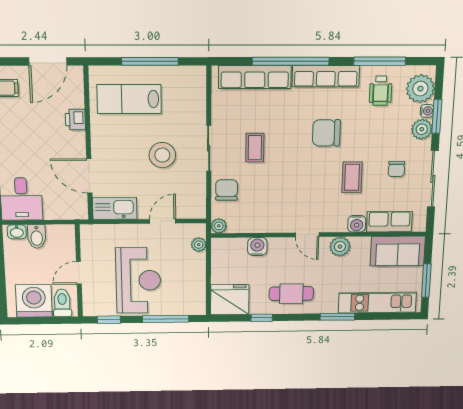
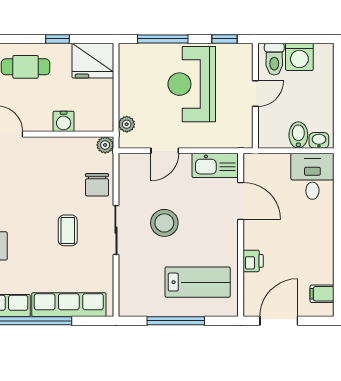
washing machine: (34, 301) -> (299, 57), width x0.73, depth x0.73

